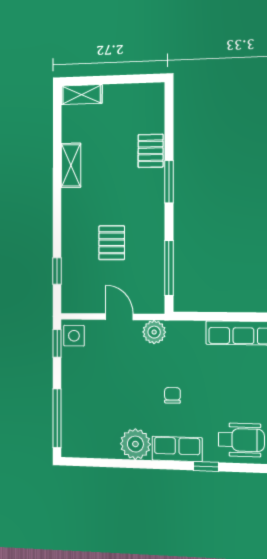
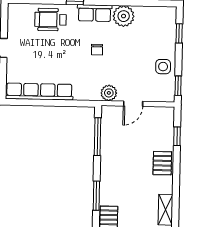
pallet: (112, 243) -> (162, 163), moved
door: (119, 317) -> (133, 104), hinge flipped
side table: (74, 336) -> (163, 67), moved
window: (57, 418) -> (179, 33), width x0.46

